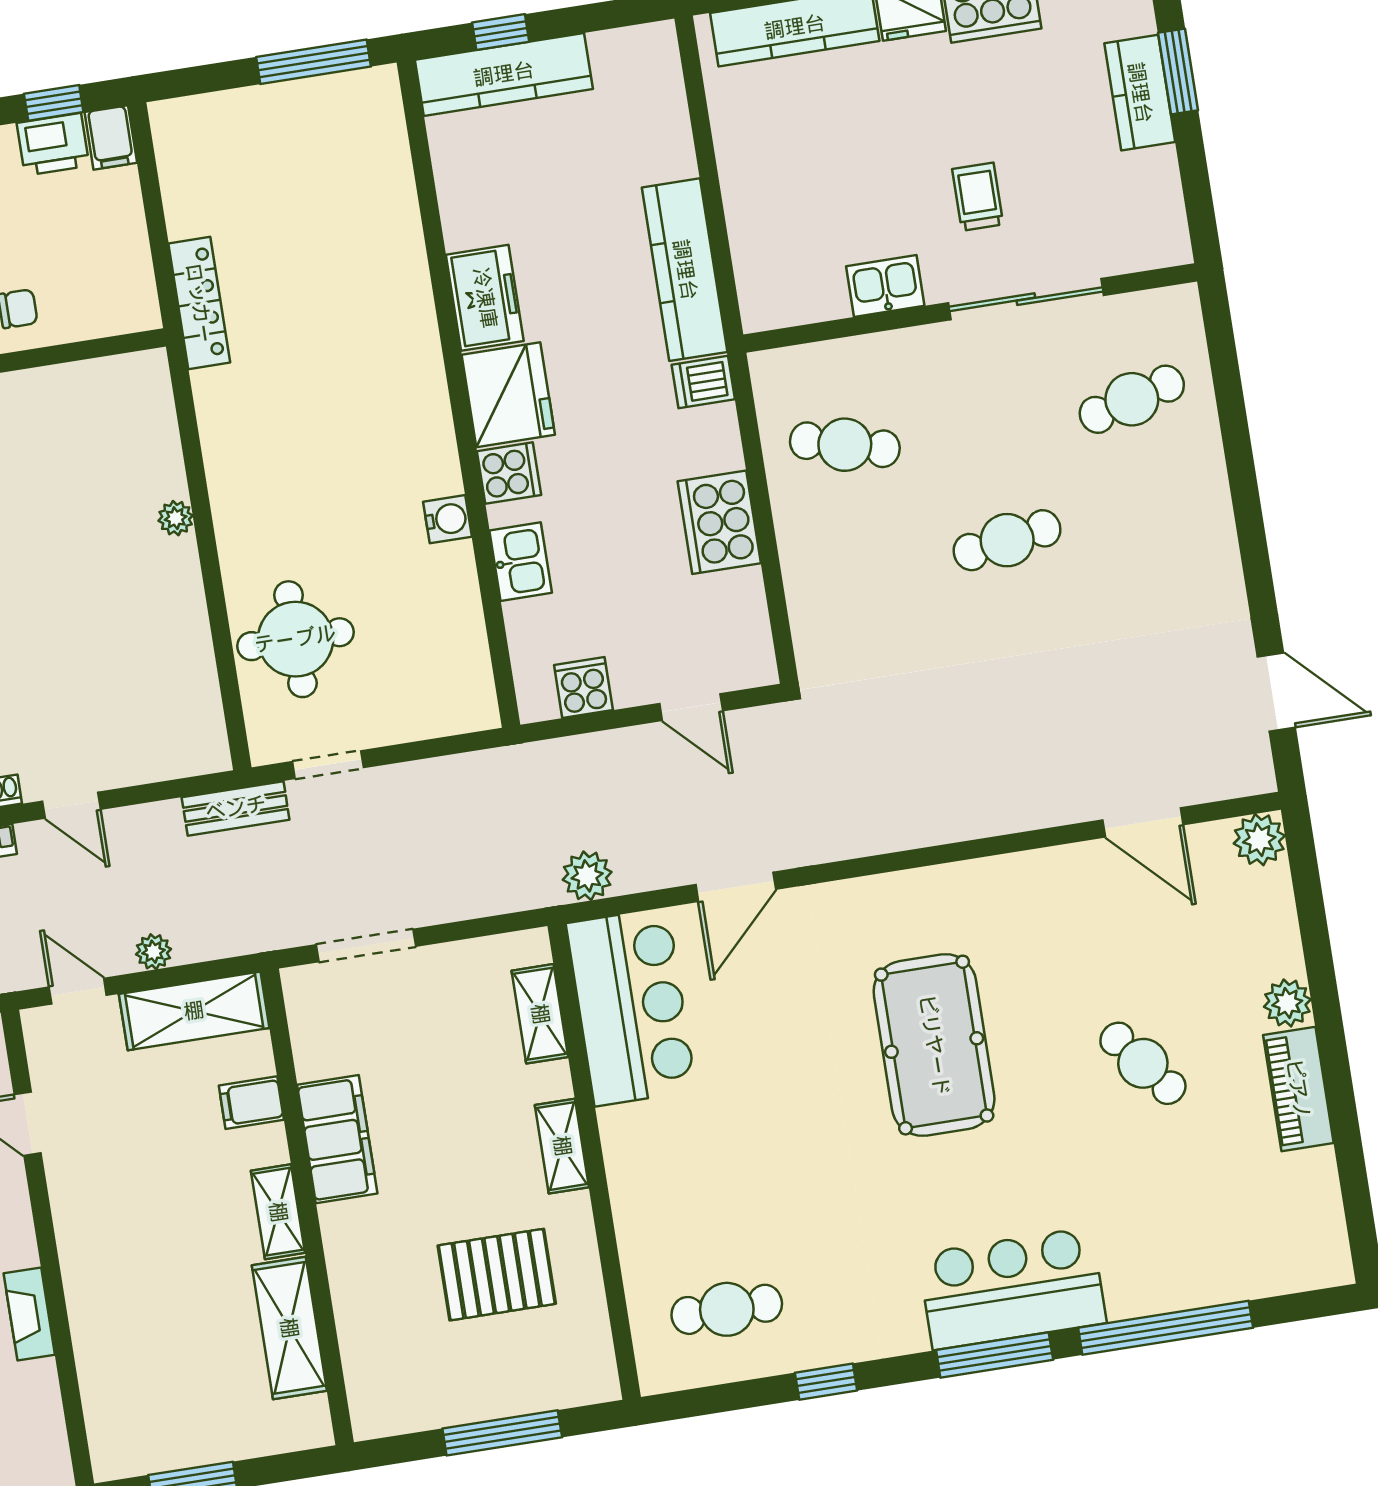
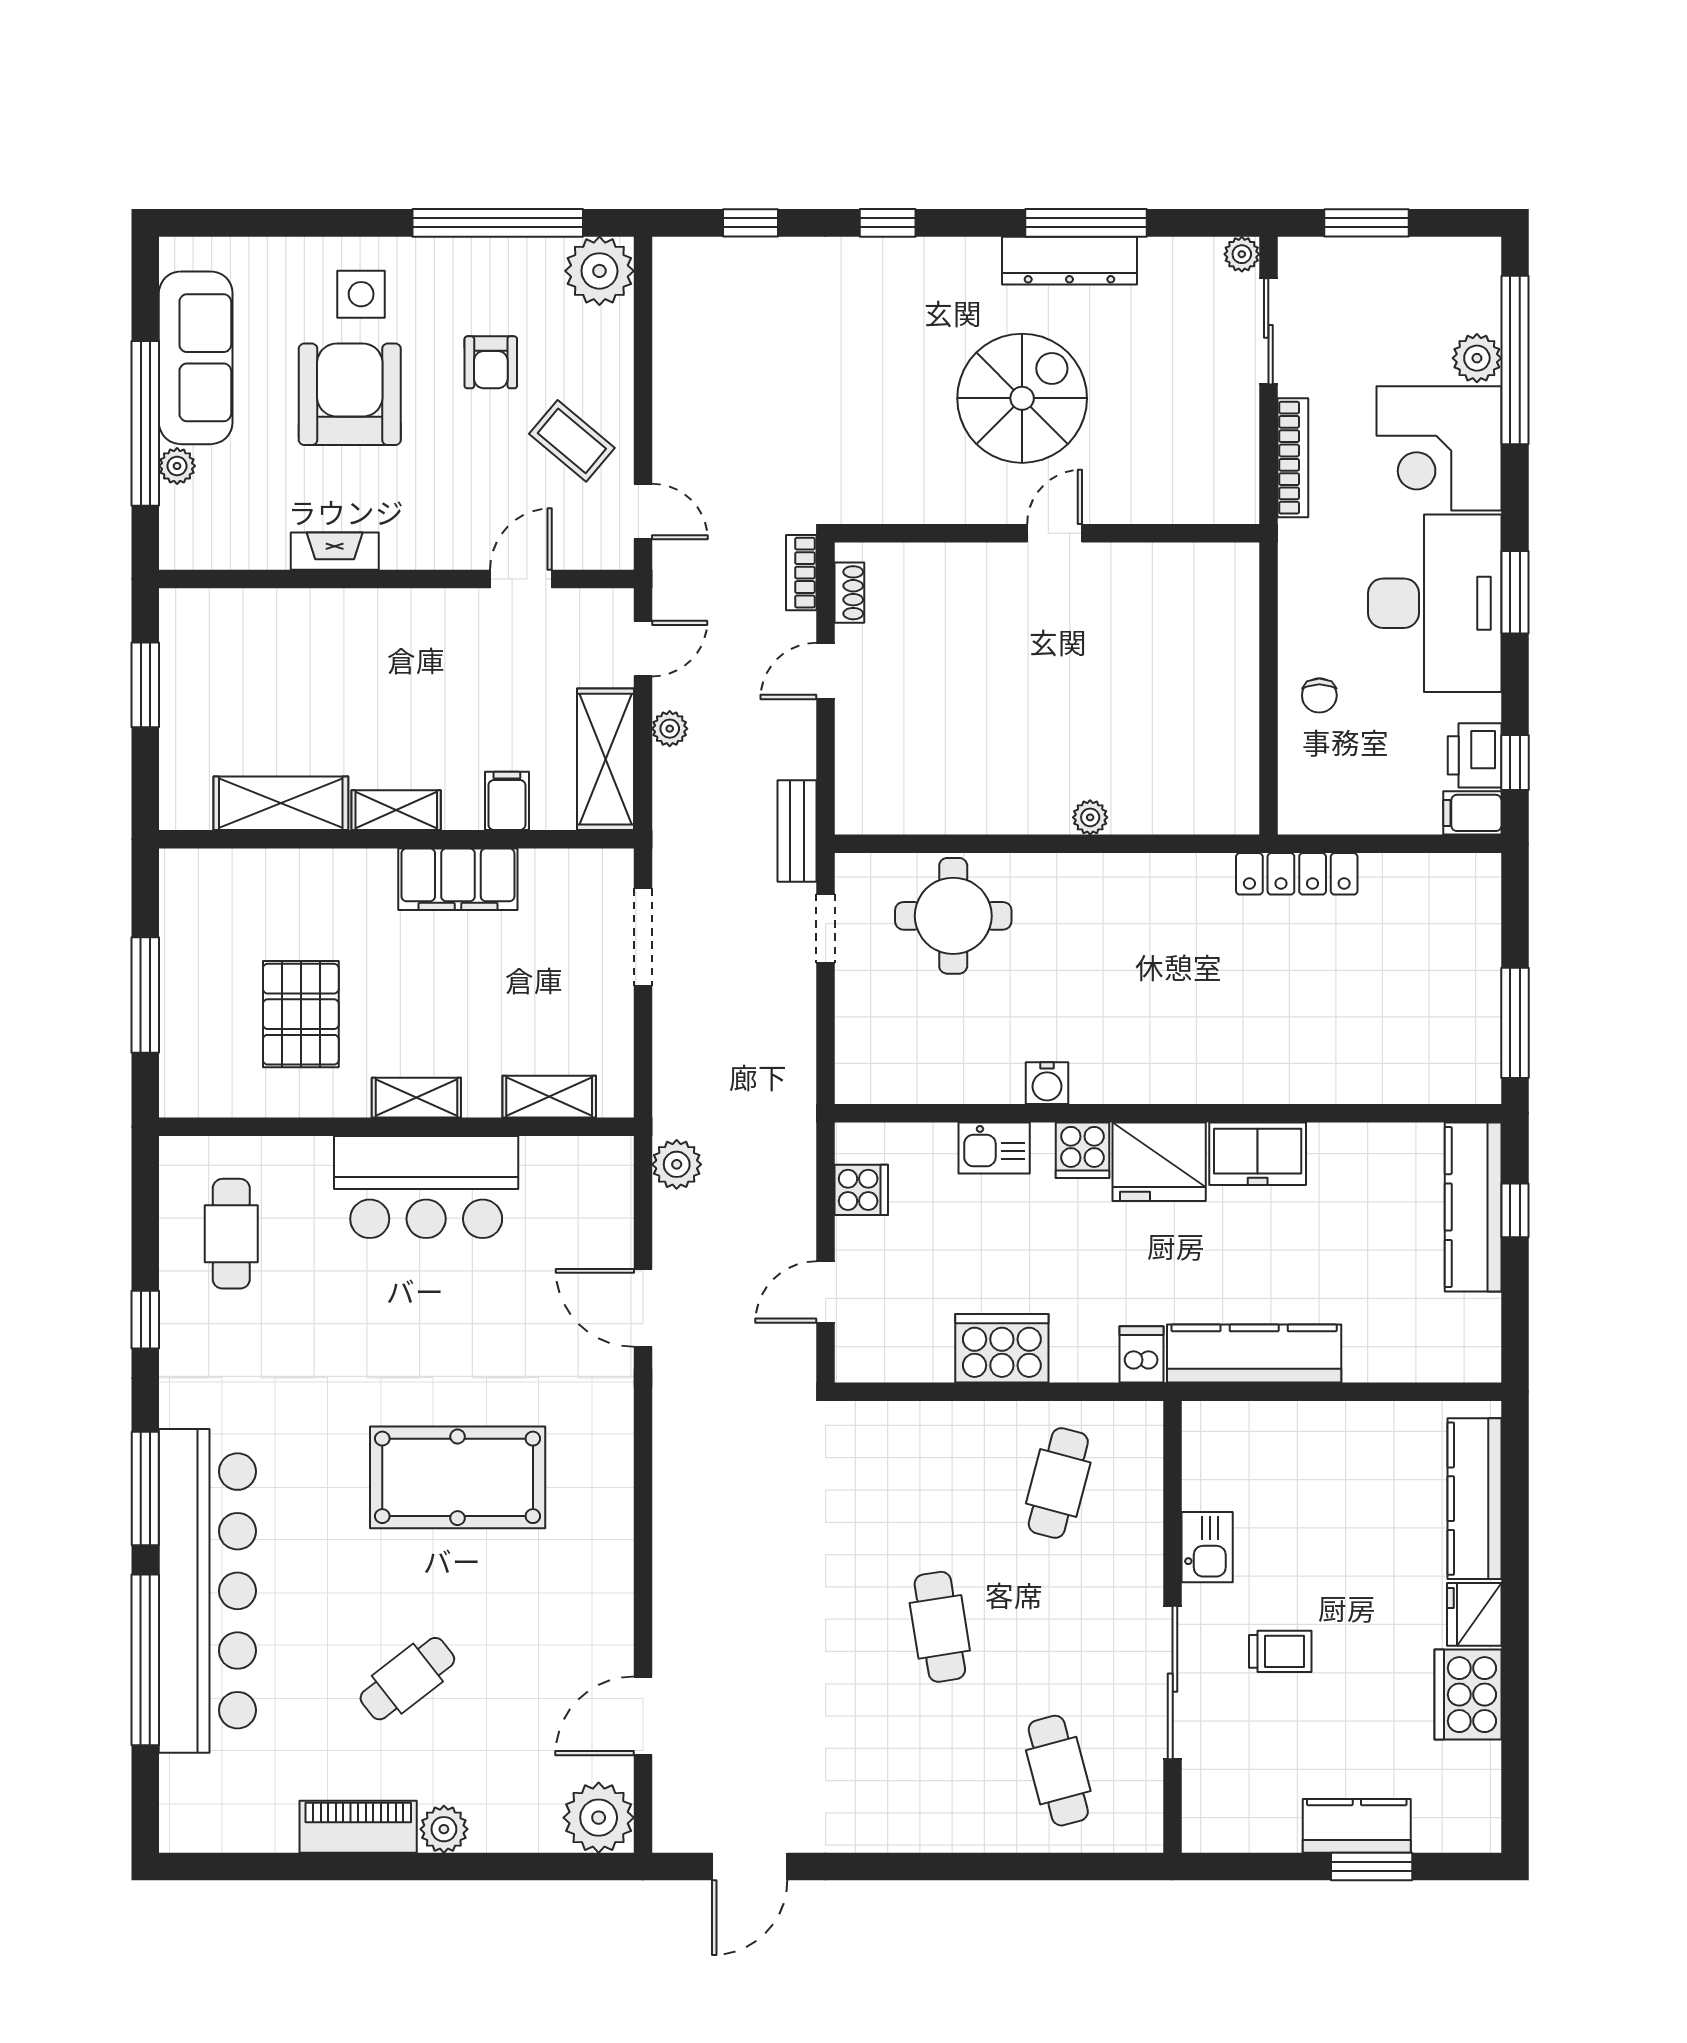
plant: (1259, 840) -> (599, 1818), width x1.36, depth x1.36
bar counter: (631, 1007) -> (426, 1187), moved
bar counter: (1012, 1289) -> (207, 1591), width x1.86

